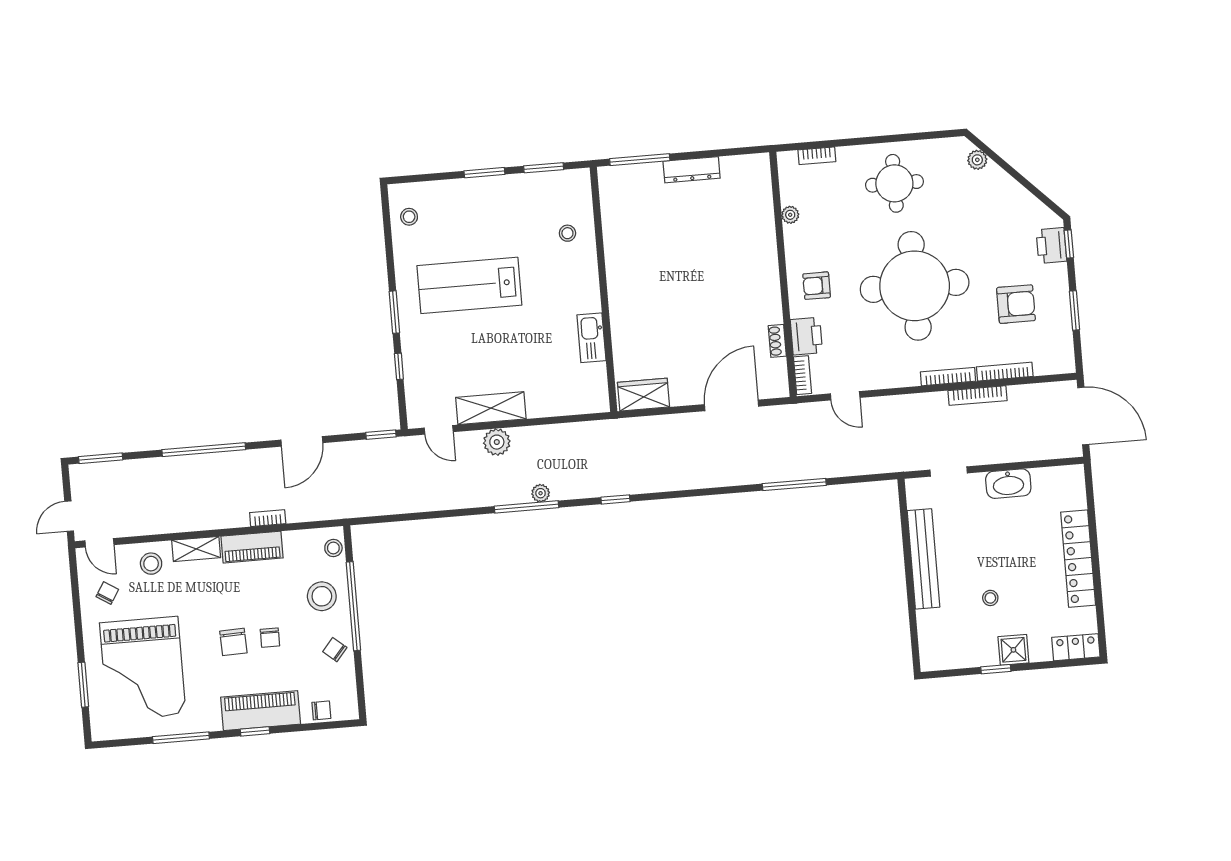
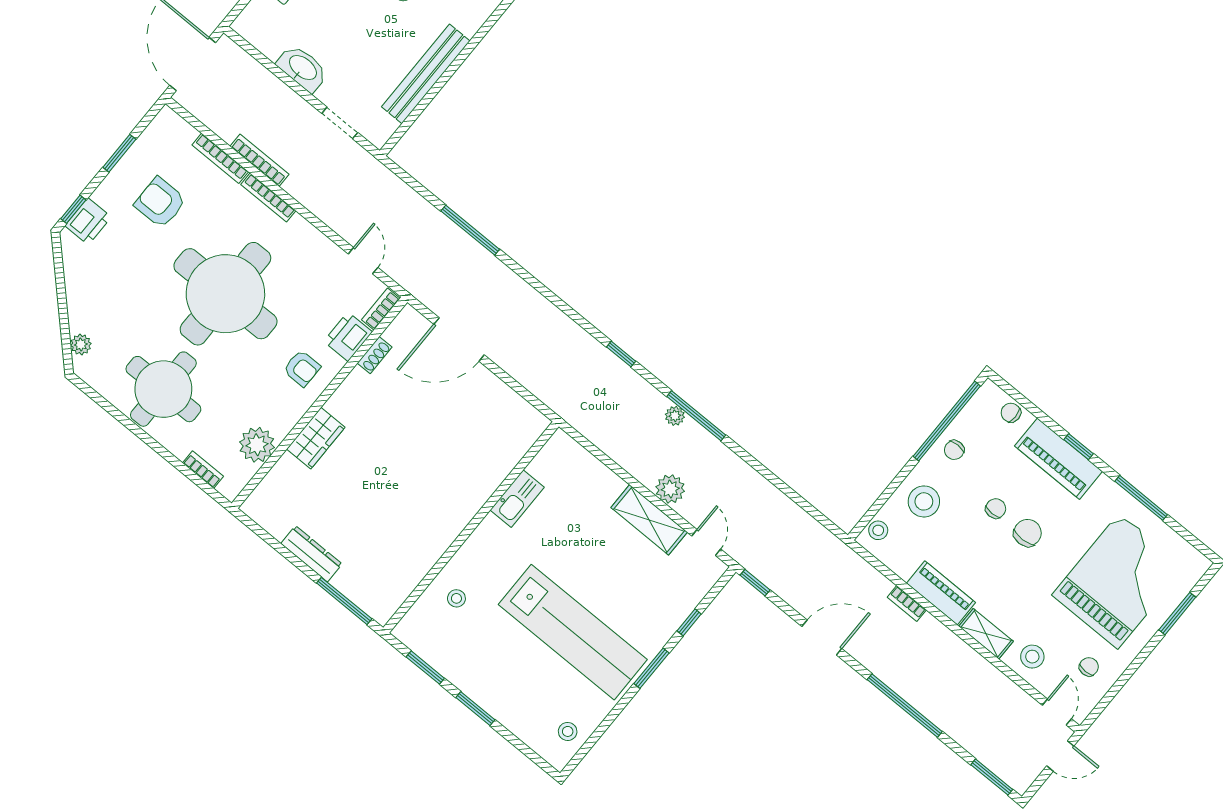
round table: (894, 183) -> (163, 389), width x1.36, depth x1.36
plant: (790, 215) -> (257, 445), width x1.87, depth x1.87
lab bench: (469, 285) -> (573, 632), width x1.36
wardrobe: (643, 395) -> (316, 438), moved, turned -90
chair: (107, 593) -> (1089, 667), turned 148
window: (353, 606) -> (947, 421), moved
chair: (335, 650) -> (954, 450), turned 50

